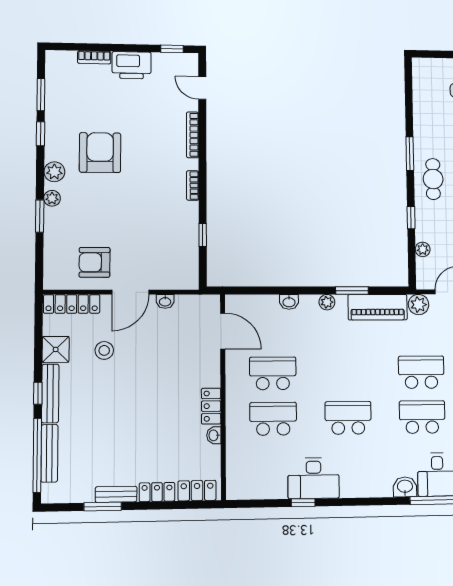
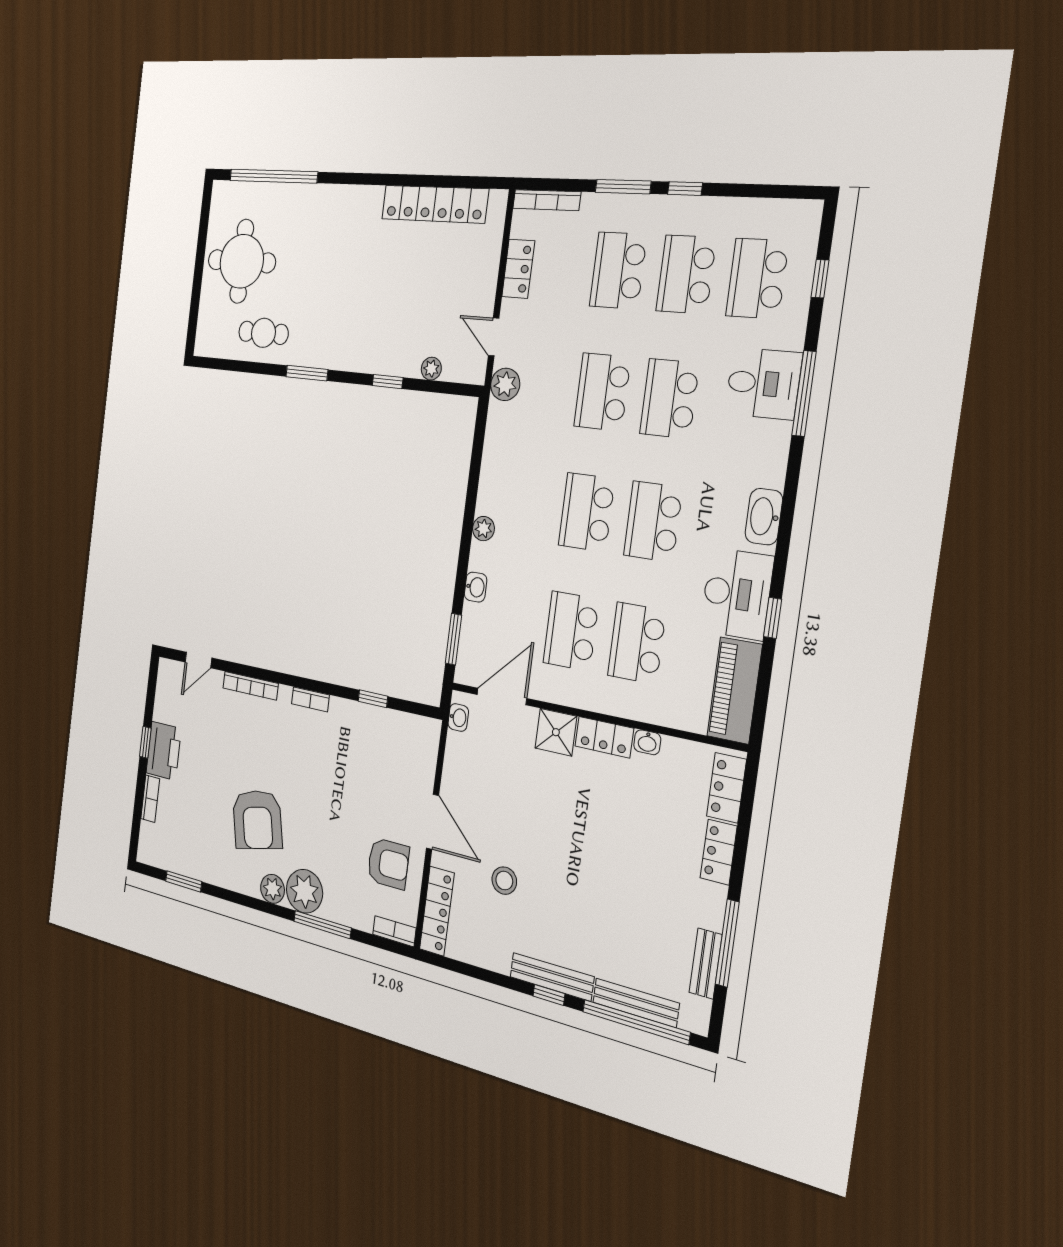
window: (172, 49) -> (145, 742), moved
window: (40, 134) -> (227, 895), removed
armchair: (100, 153) -> (257, 820), turned -103
cafe table: (433, 179) -> (263, 333), moved
plant: (52, 198) -> (304, 891), width x1.88, depth x1.88
window: (40, 216) -> (322, 925), width x1.44
armchair: (95, 262) -> (388, 864), turned -90
bookcase: (50, 274) -> (394, 931), added
window: (352, 291) -> (454, 639), moved
washbasin: (165, 301) -> (458, 718), moved
piano: (378, 307) -> (735, 690), moved, turned 180
shower: (56, 349) -> (556, 732), moved
school desk: (347, 373) -> (586, 512), added
washbasin: (405, 487) -> (764, 517), moved, width x1.38
bench: (116, 494) -> (706, 964), moved
window: (103, 506) -> (727, 943), width x1.44

